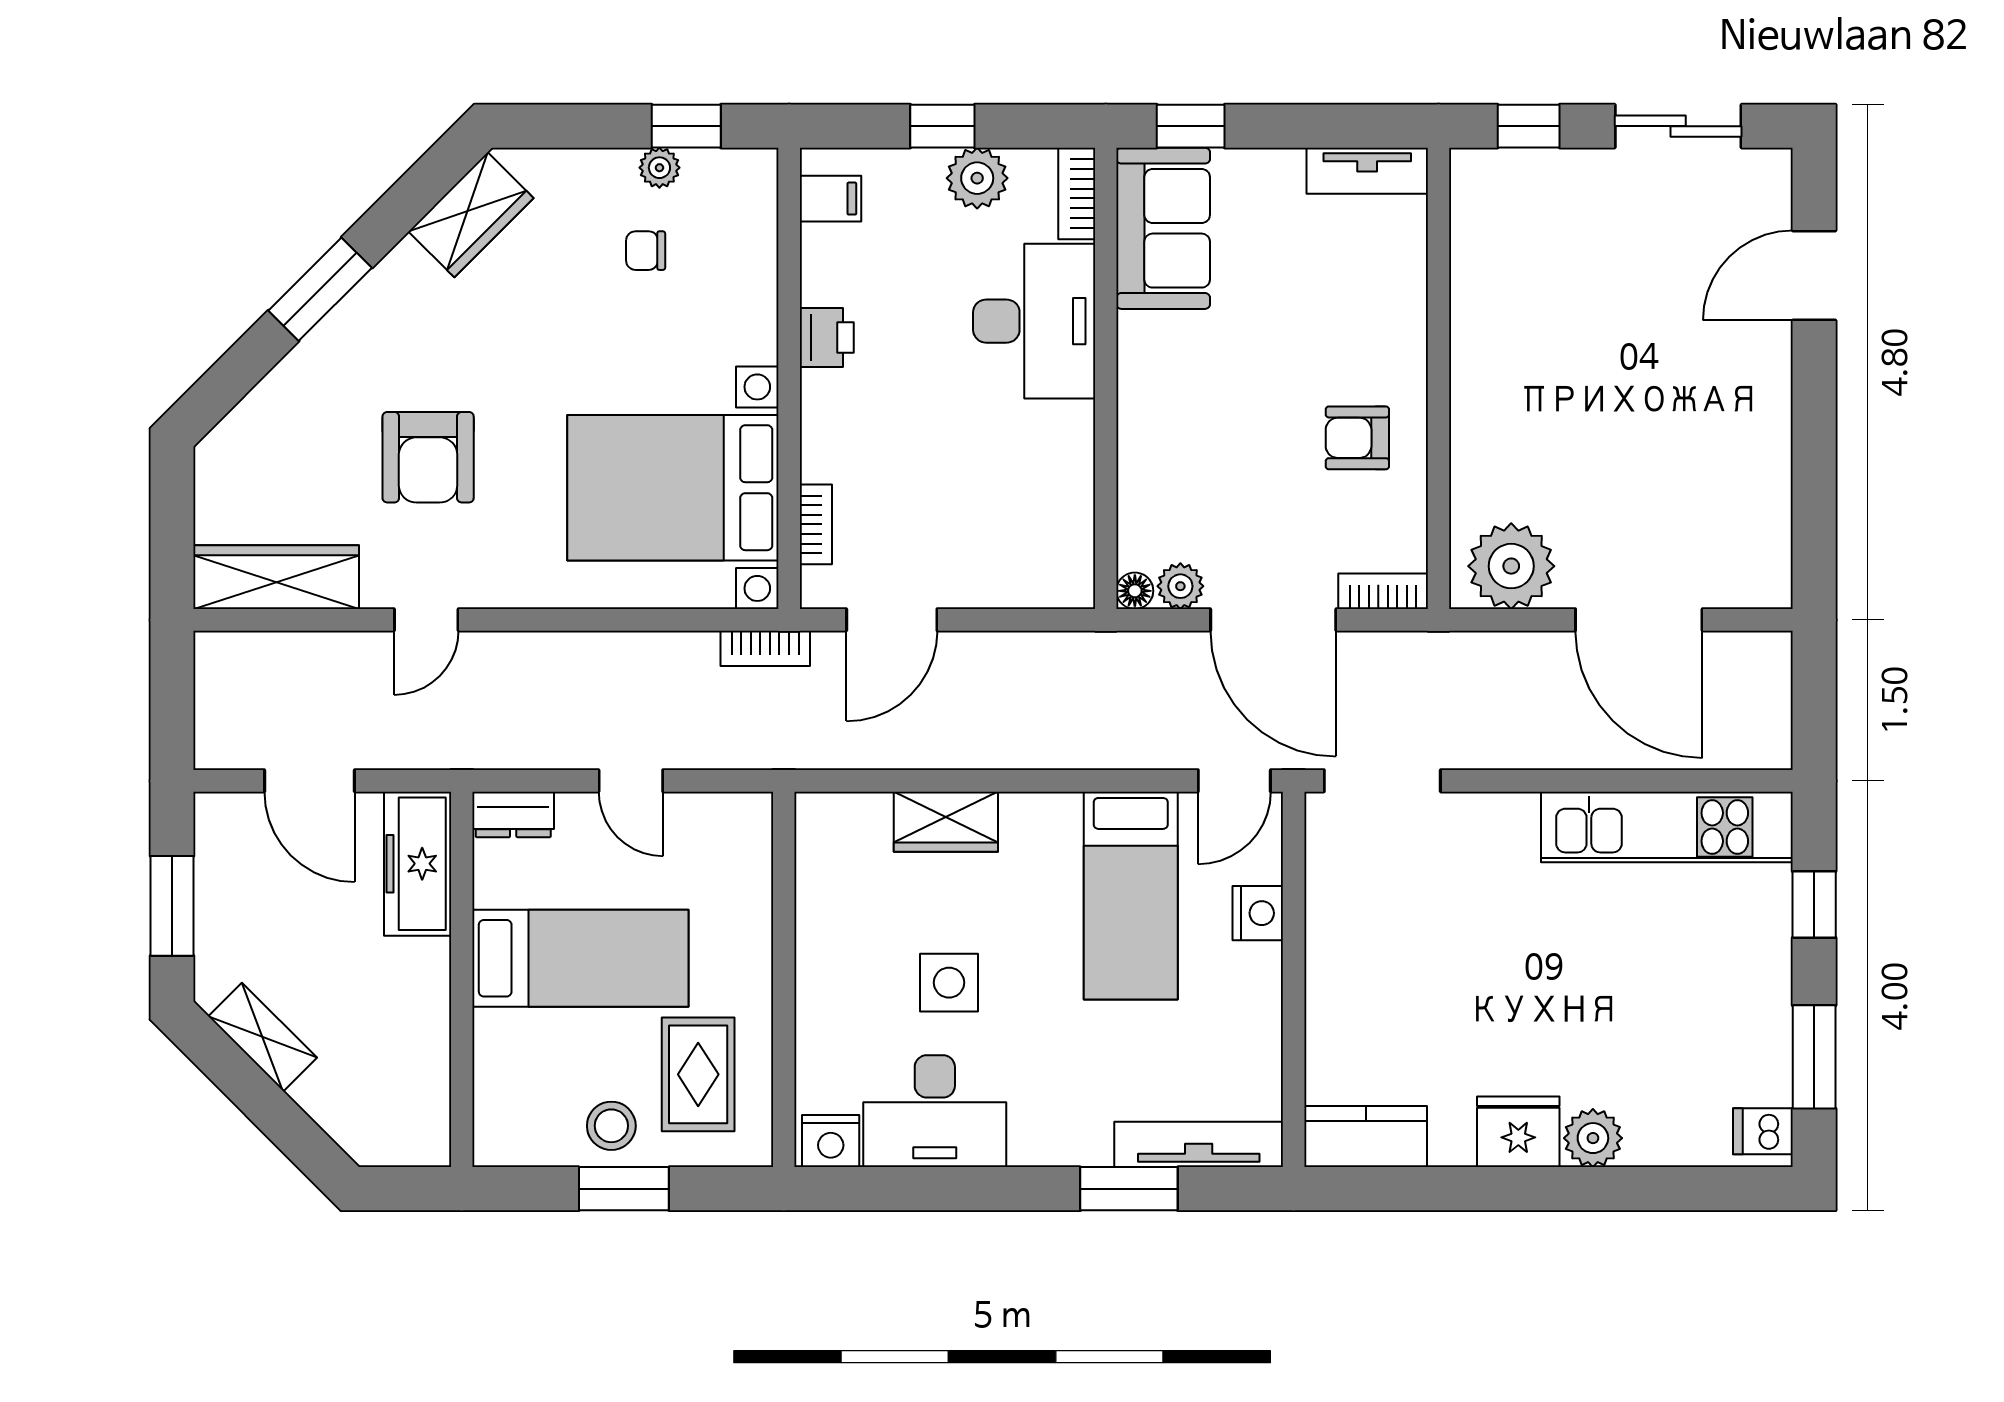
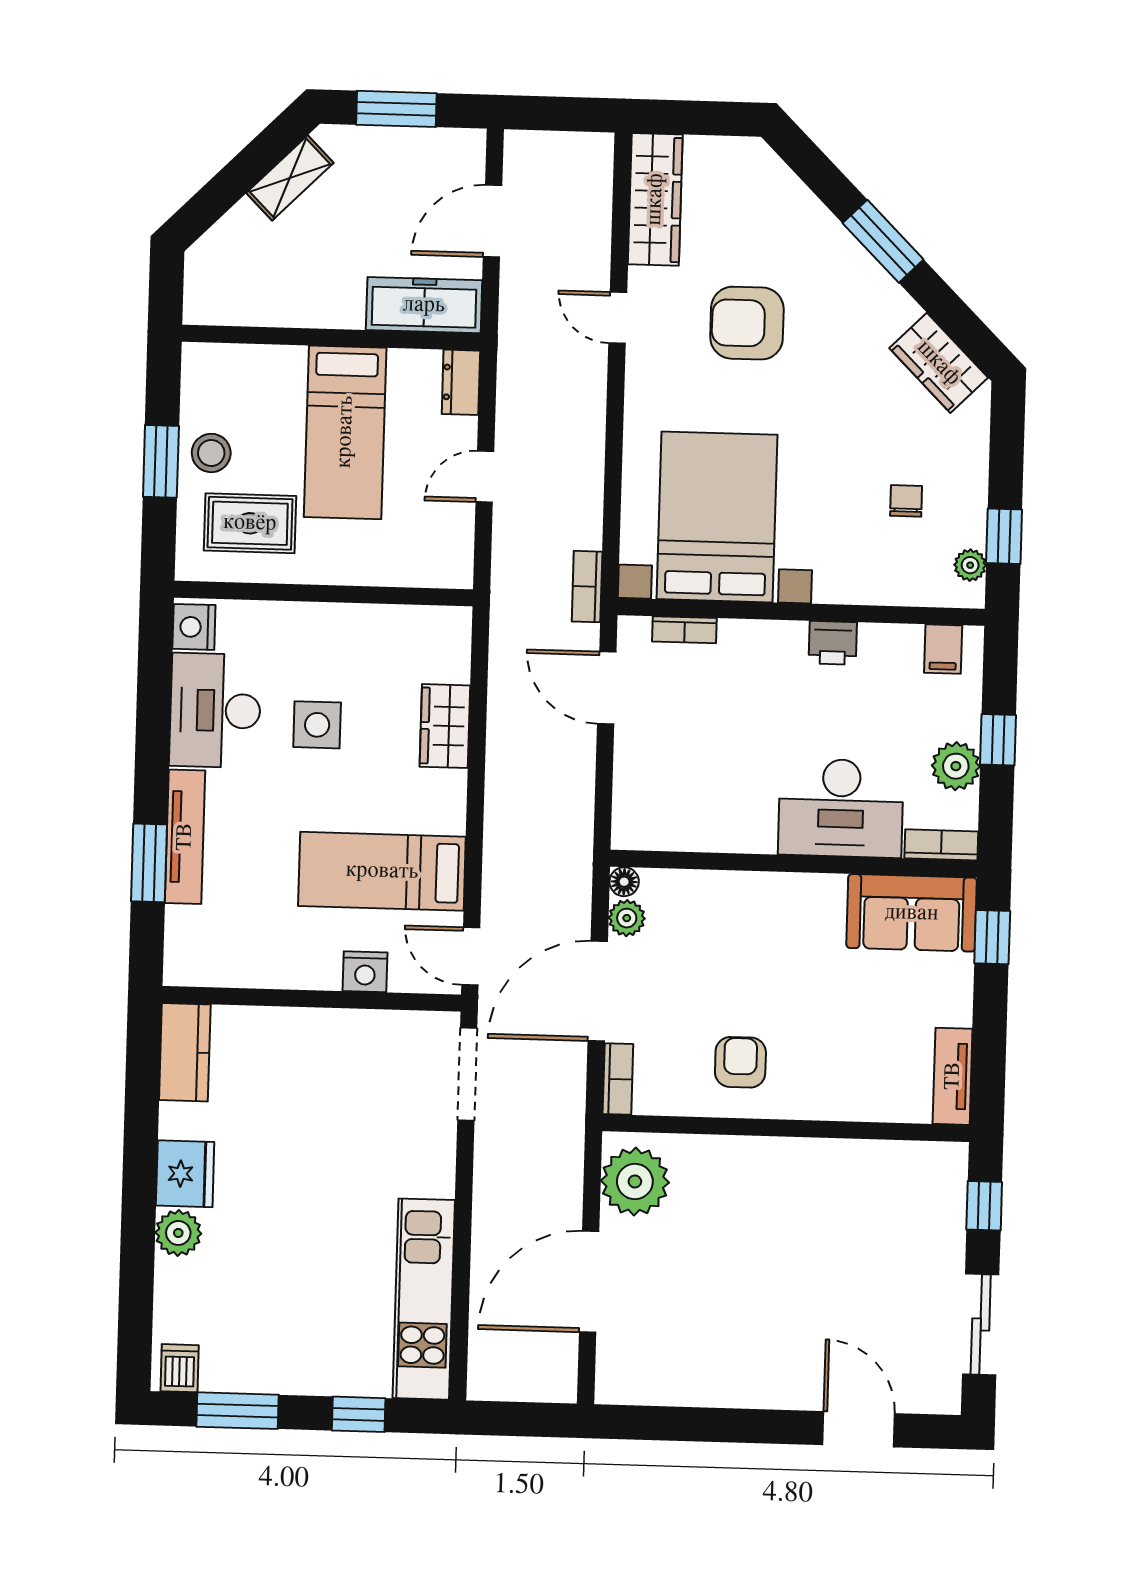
plant: (659, 168) -> (970, 565), moved
tv unit: (1199, 1144) -> (185, 837), moved

